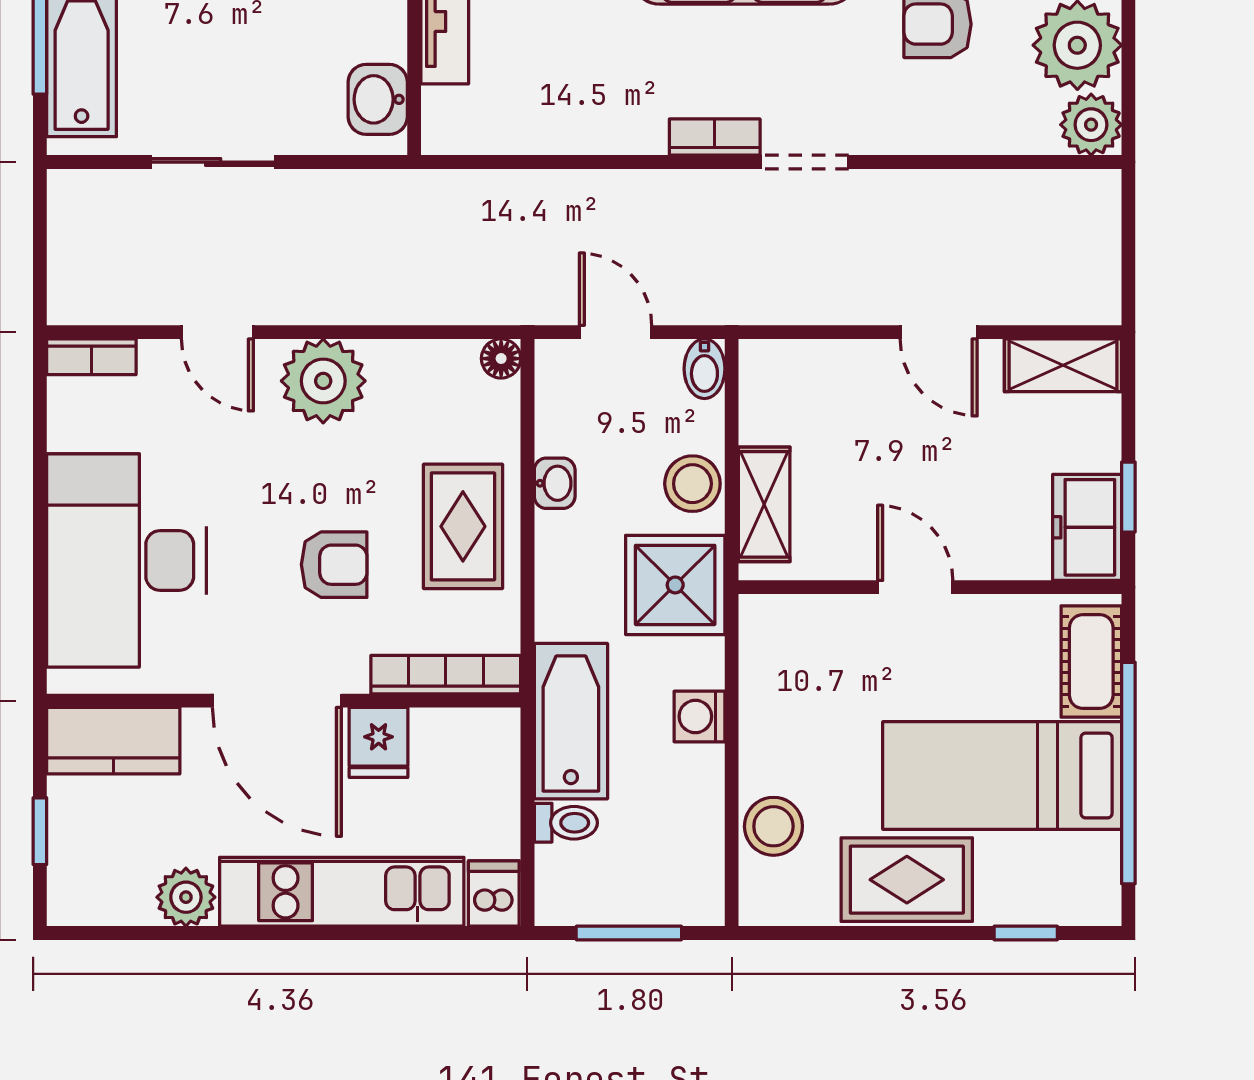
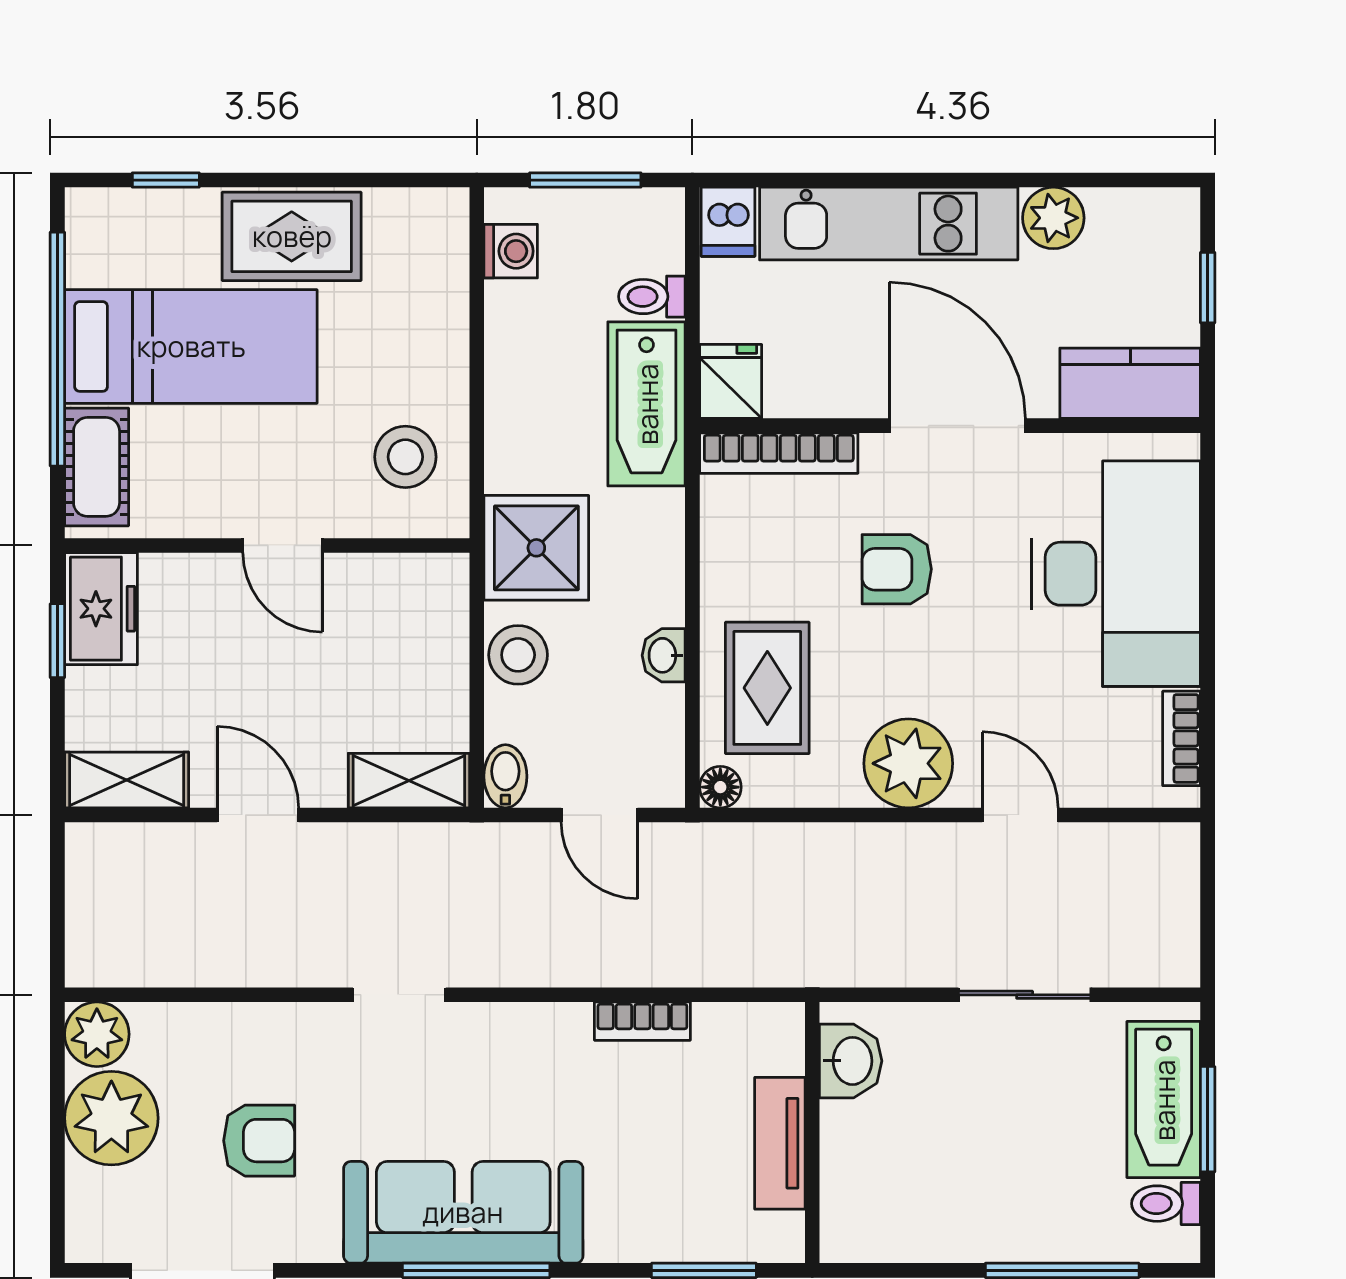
bookcase: (715, 137) -> (642, 1021), moved
bookcase: (91, 357) -> (1182, 738), moved, turned -90
shelving: (764, 504) -> (409, 781), moved, turned 90
rug: (463, 526) -> (767, 688), moved
washing machine: (699, 716) -> (511, 251), moved
fridge: (379, 742) -> (731, 381), moved
stool: (773, 826) -> (405, 457), moved

